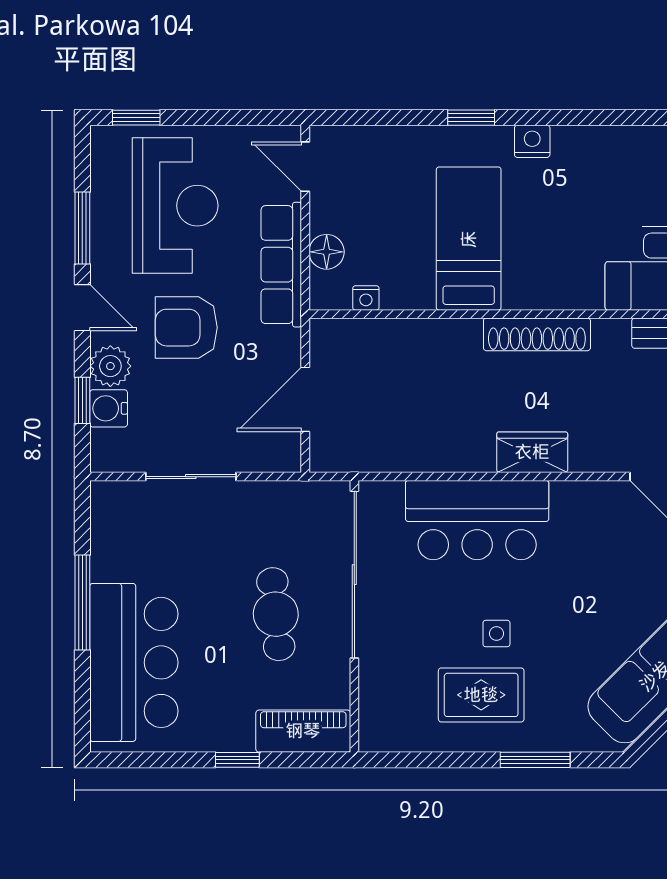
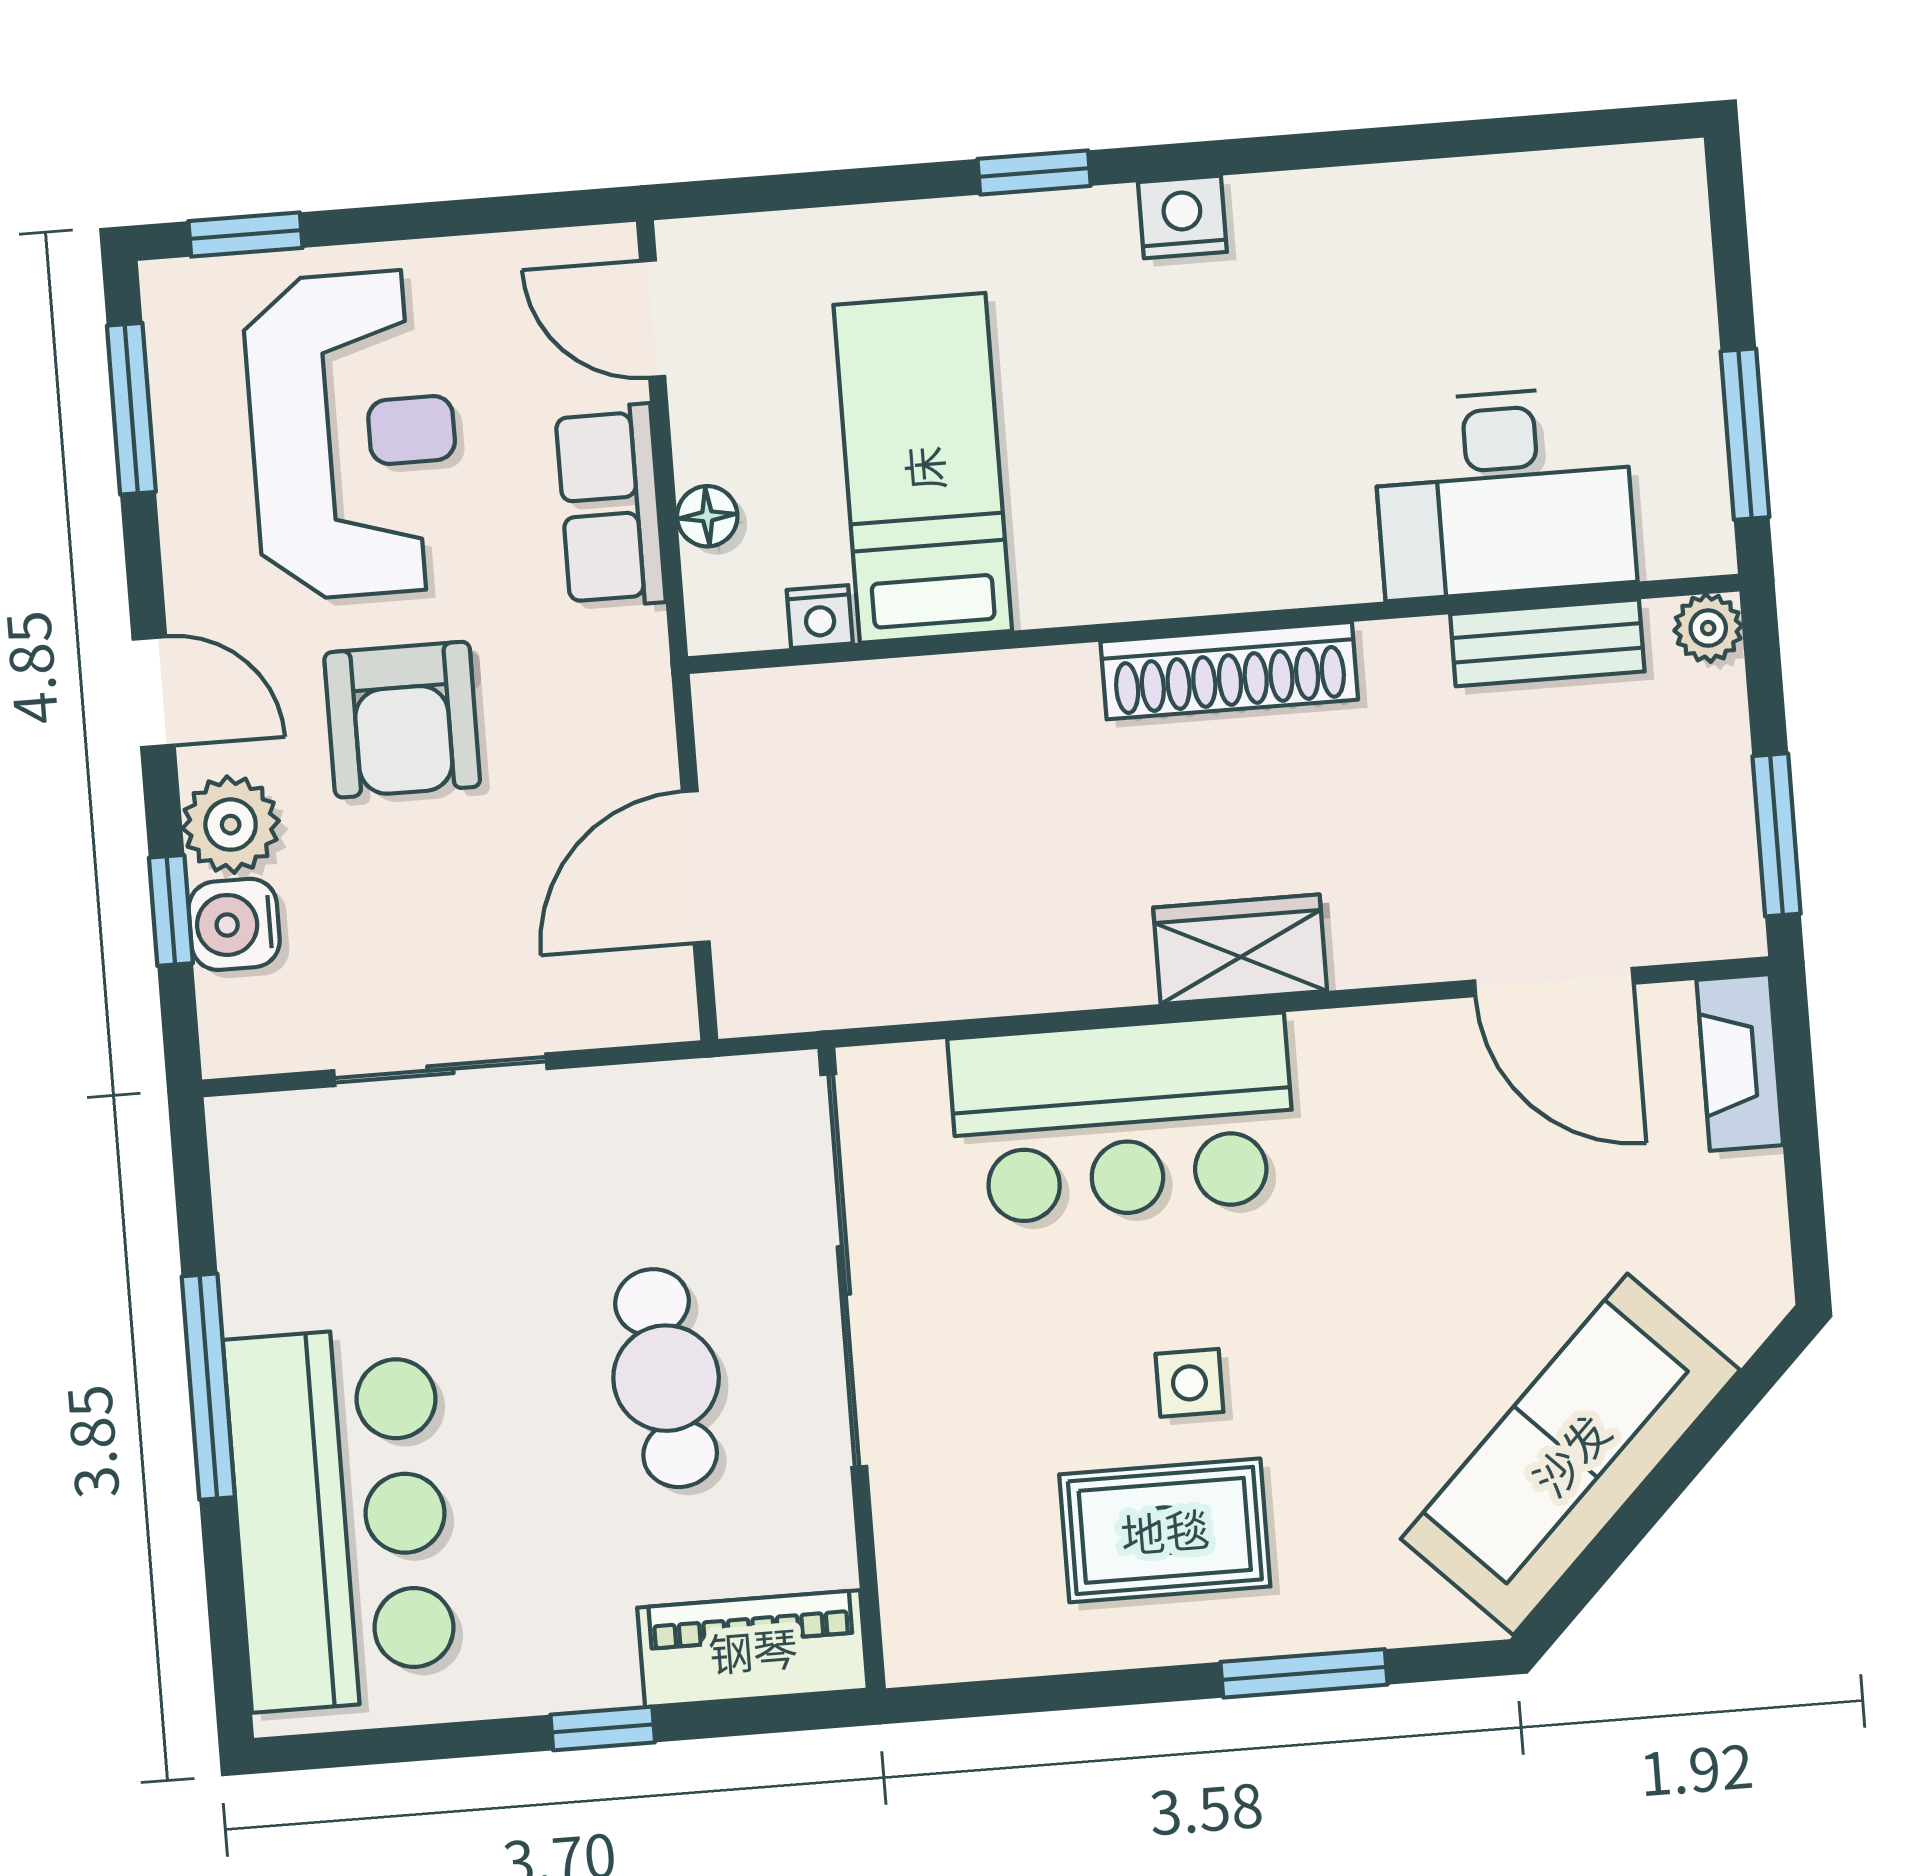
window: (82, 228) -> (131, 409), moved
bed: (469, 239) -> (923, 468), moved
floor lamp: (327, 252) -> (707, 516), width x0.73, depth x0.73
row of seats: (281, 265) -> (610, 506), width x0.68
armchair: (186, 328) -> (402, 720), turned -90

